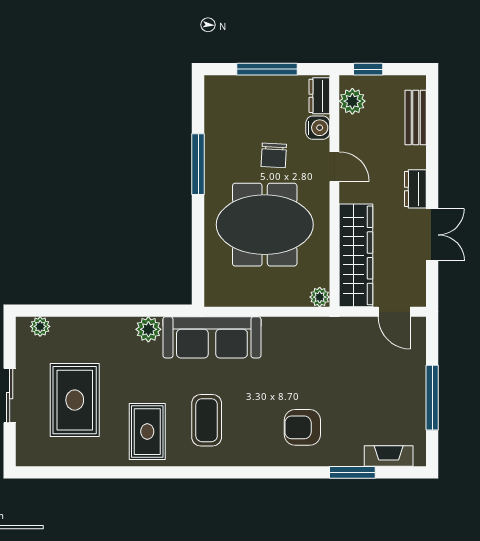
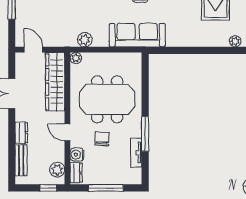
tv unit: (214, 131) -> (136, 153), added
dresser: (415, 189) -> (21, 133), moved
plant: (148, 329) -> (85, 40), moved

